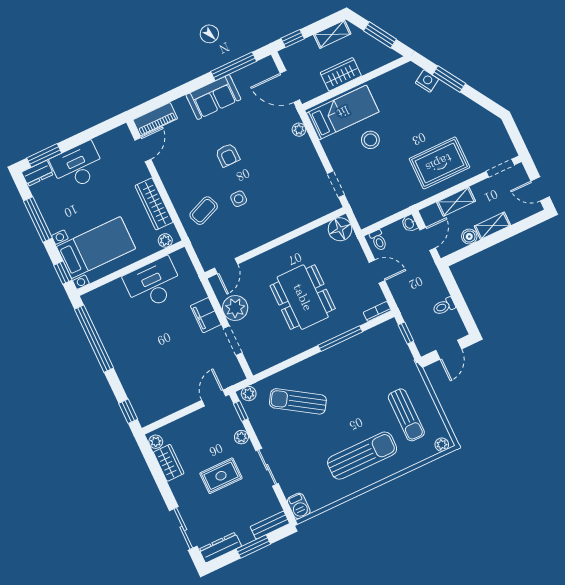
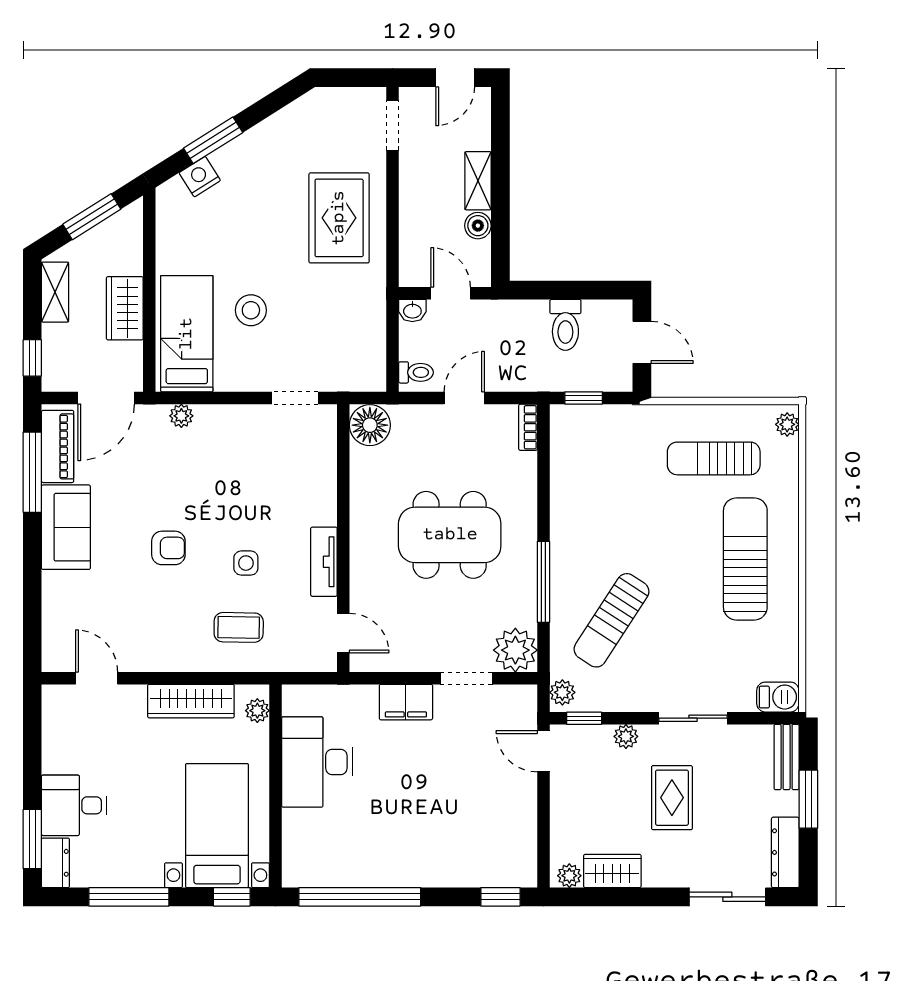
piano: (155, 119) -> (58, 446), moved
desk: (78, 166) -> (74, 805), width x0.73
shelving: (456, 202) -> (413, 220), removed
coffee table: (204, 211) -> (239, 627), turned -67
tv unit: (258, 239) -> (324, 562), added
toilet: (444, 306) -> (565, 325), width x1.37, depth x1.39
plant: (235, 308) -> (515, 650), moved
window: (340, 339) -> (543, 582), moved
sun lounger: (406, 415) -> (714, 458), turned 180

